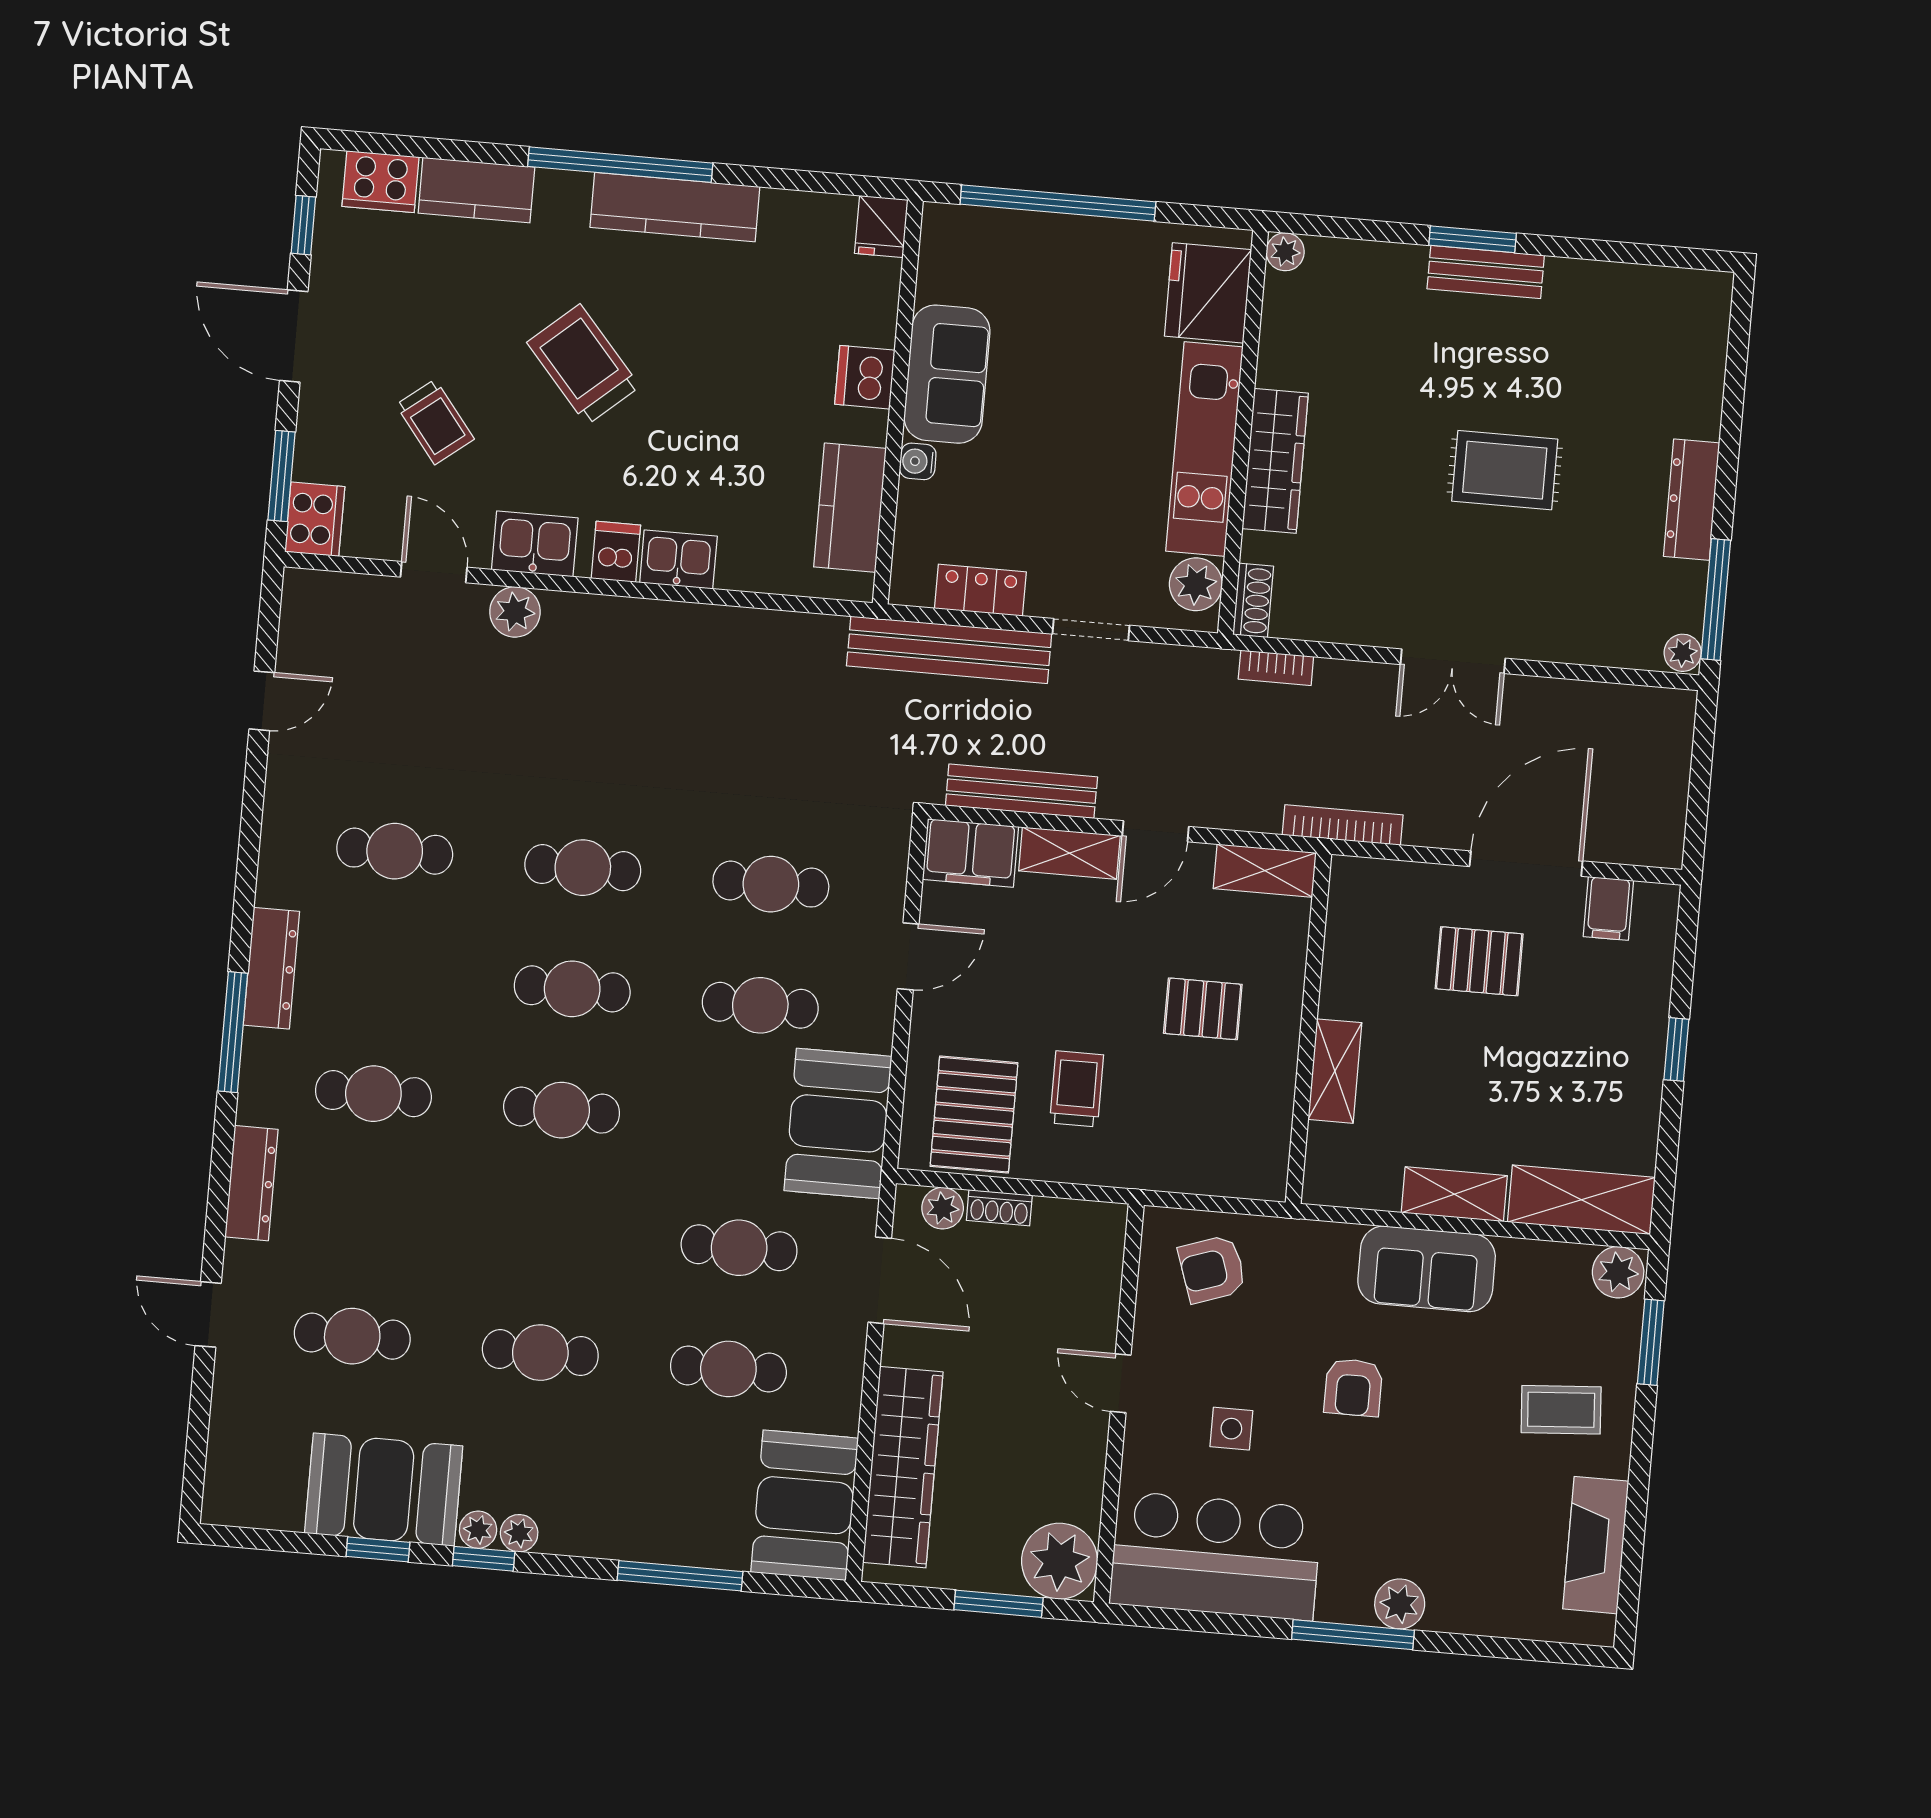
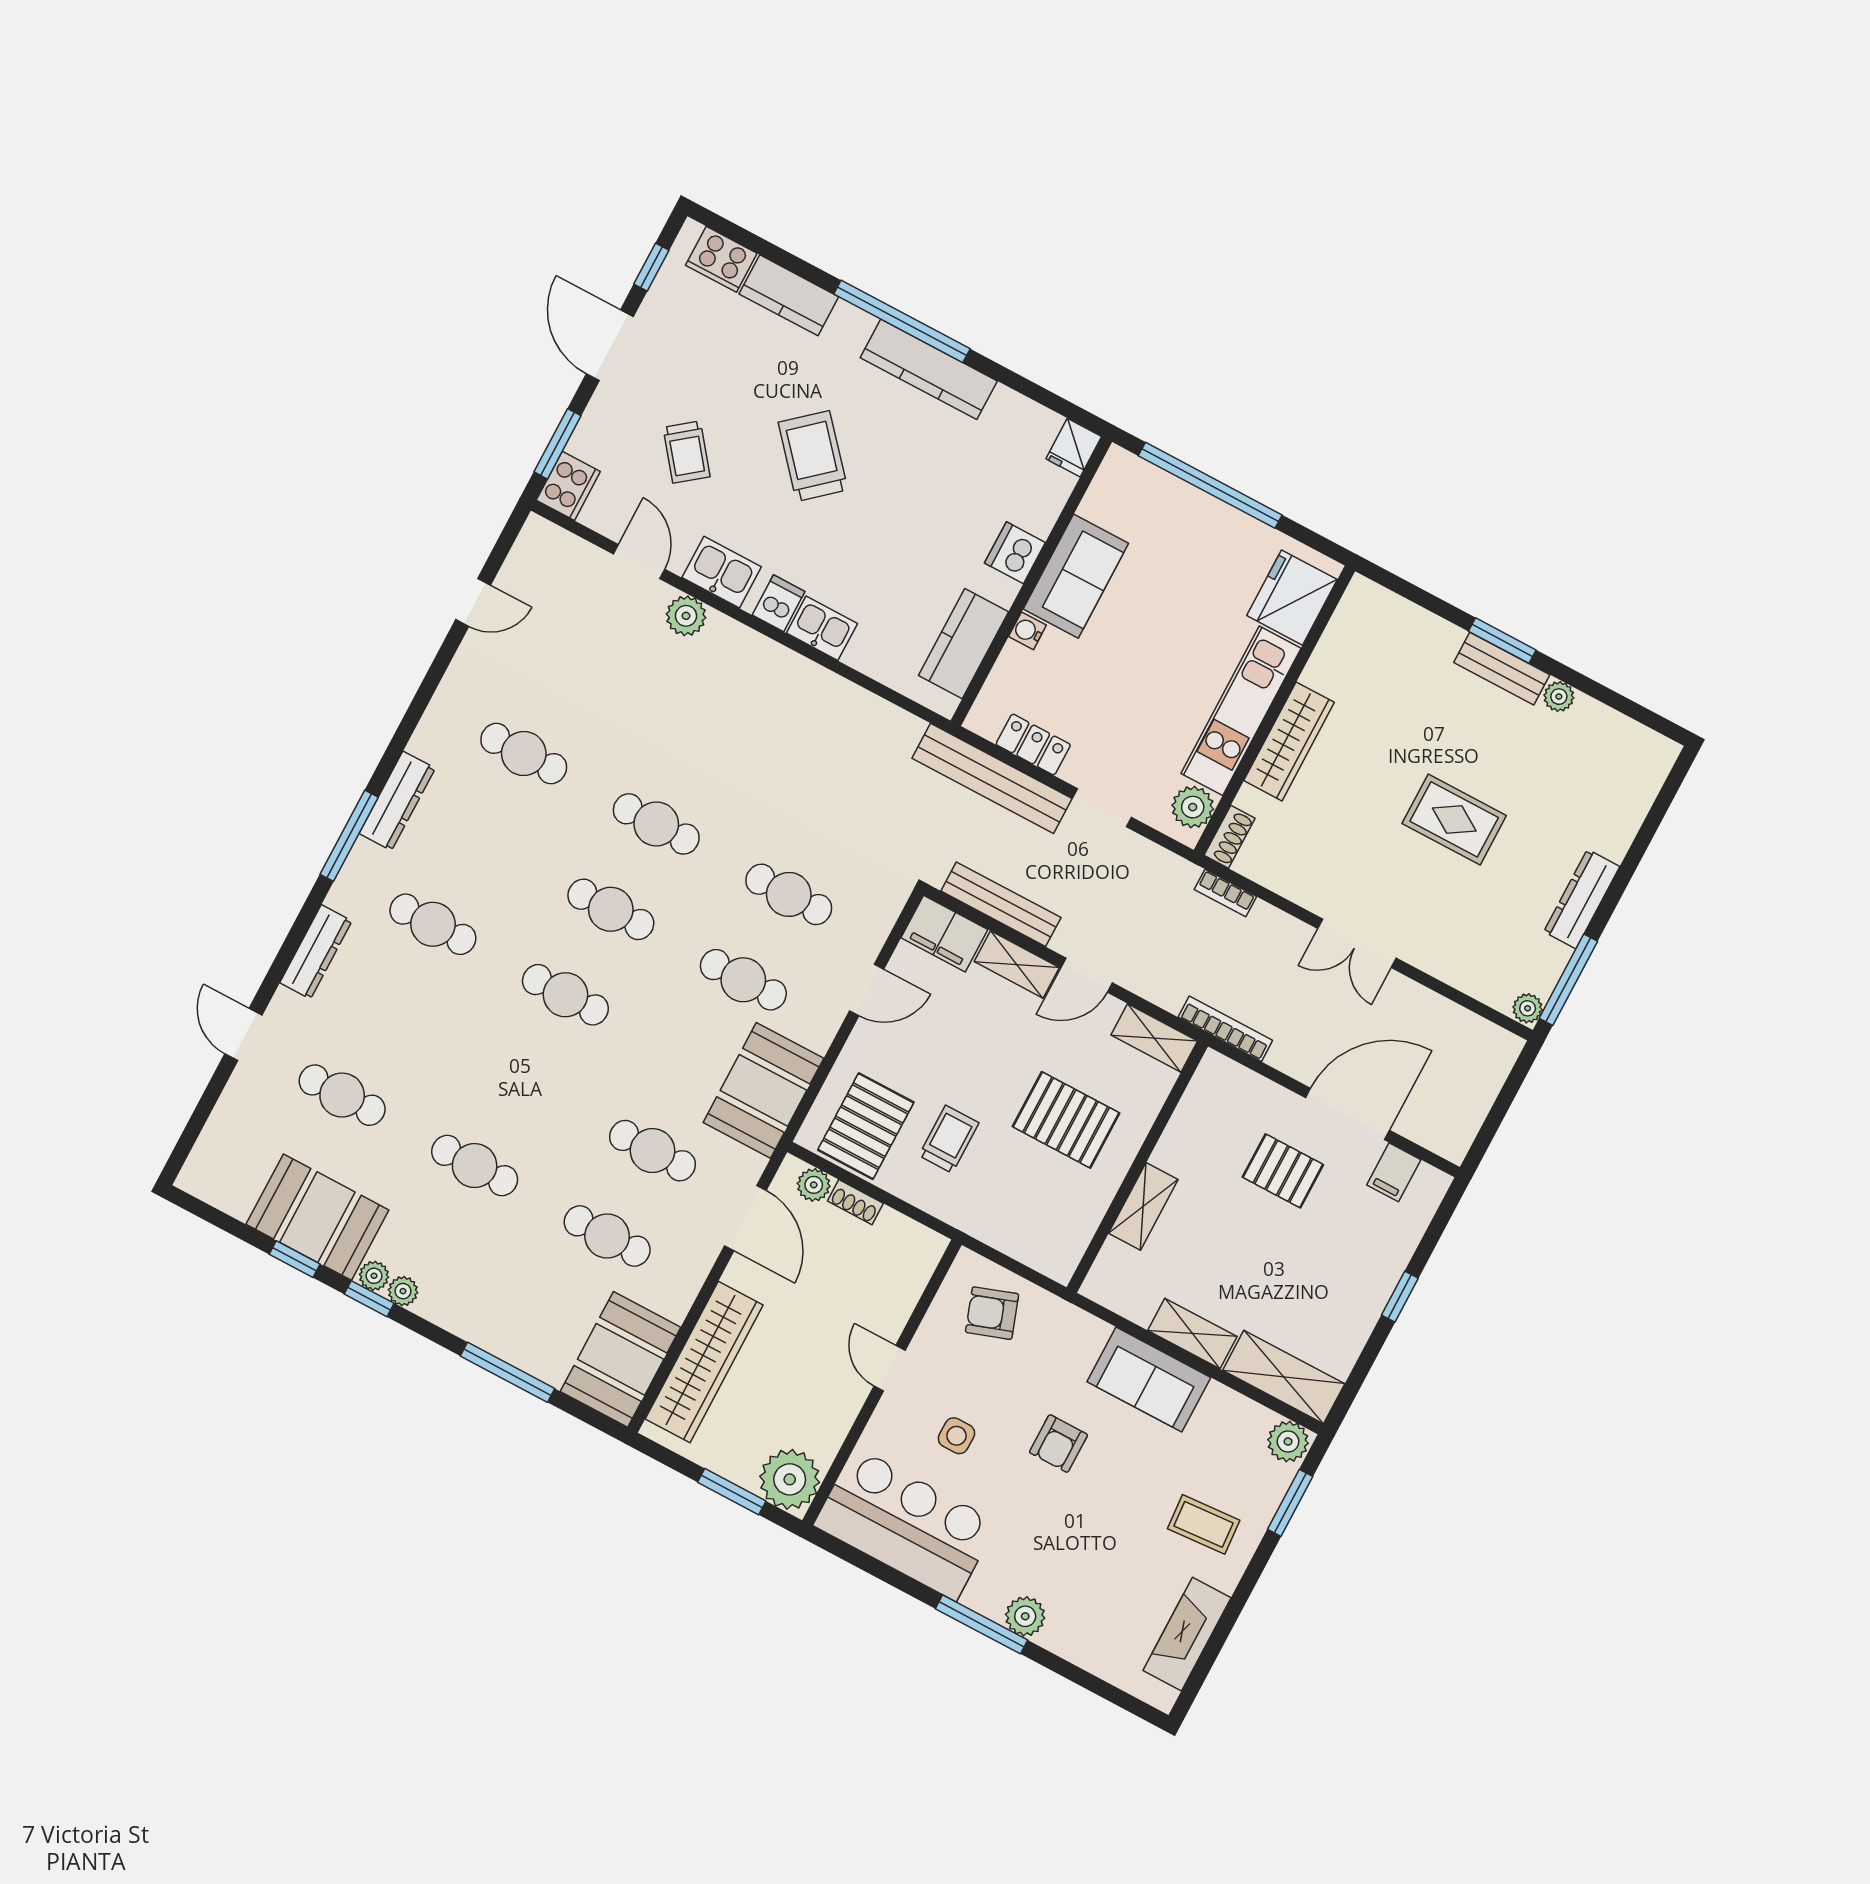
plant: (1285, 252) -> (1559, 697), moved
pallet: (1203, 1009) -> (1066, 1120), width x1.50, depth x1.42

